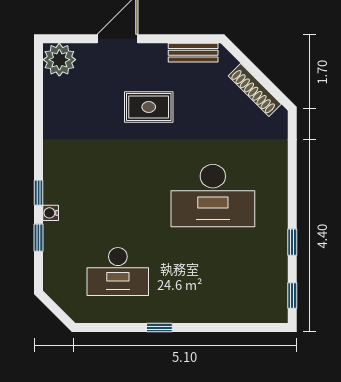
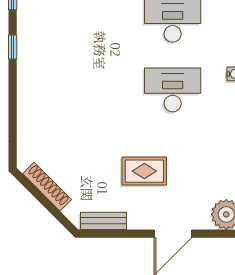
desk: (213, 196) -> (173, 90), moved, width x0.73, depth x0.77

